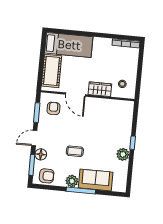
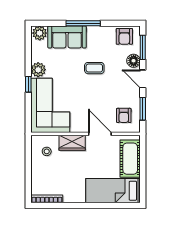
corner sofa: (115, 123) -> (50, 105), added
door: (34, 138) -> (143, 79), swing flipped
armchair: (47, 176) -> (124, 36), turned -90
plant: (72, 181) -> (40, 33), moved

